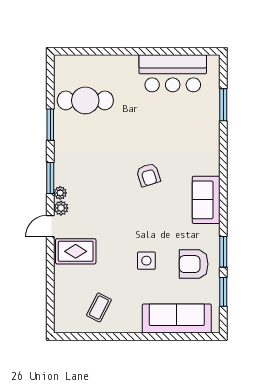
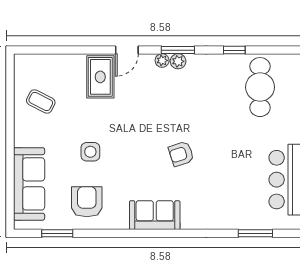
window: (50, 125) -> (234, 50), width x0.67
plant: (61, 208) -> (178, 61), moved
door: (50, 226) -> (127, 50), swing flipped
window: (223, 252) -> (100, 233), removed

